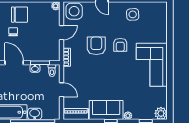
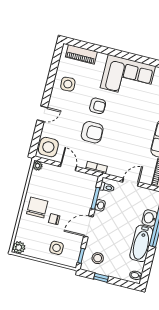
piano: (161, 20) -> (81, 54), added
armchair: (96, 46) -> (92, 132), turned 180

